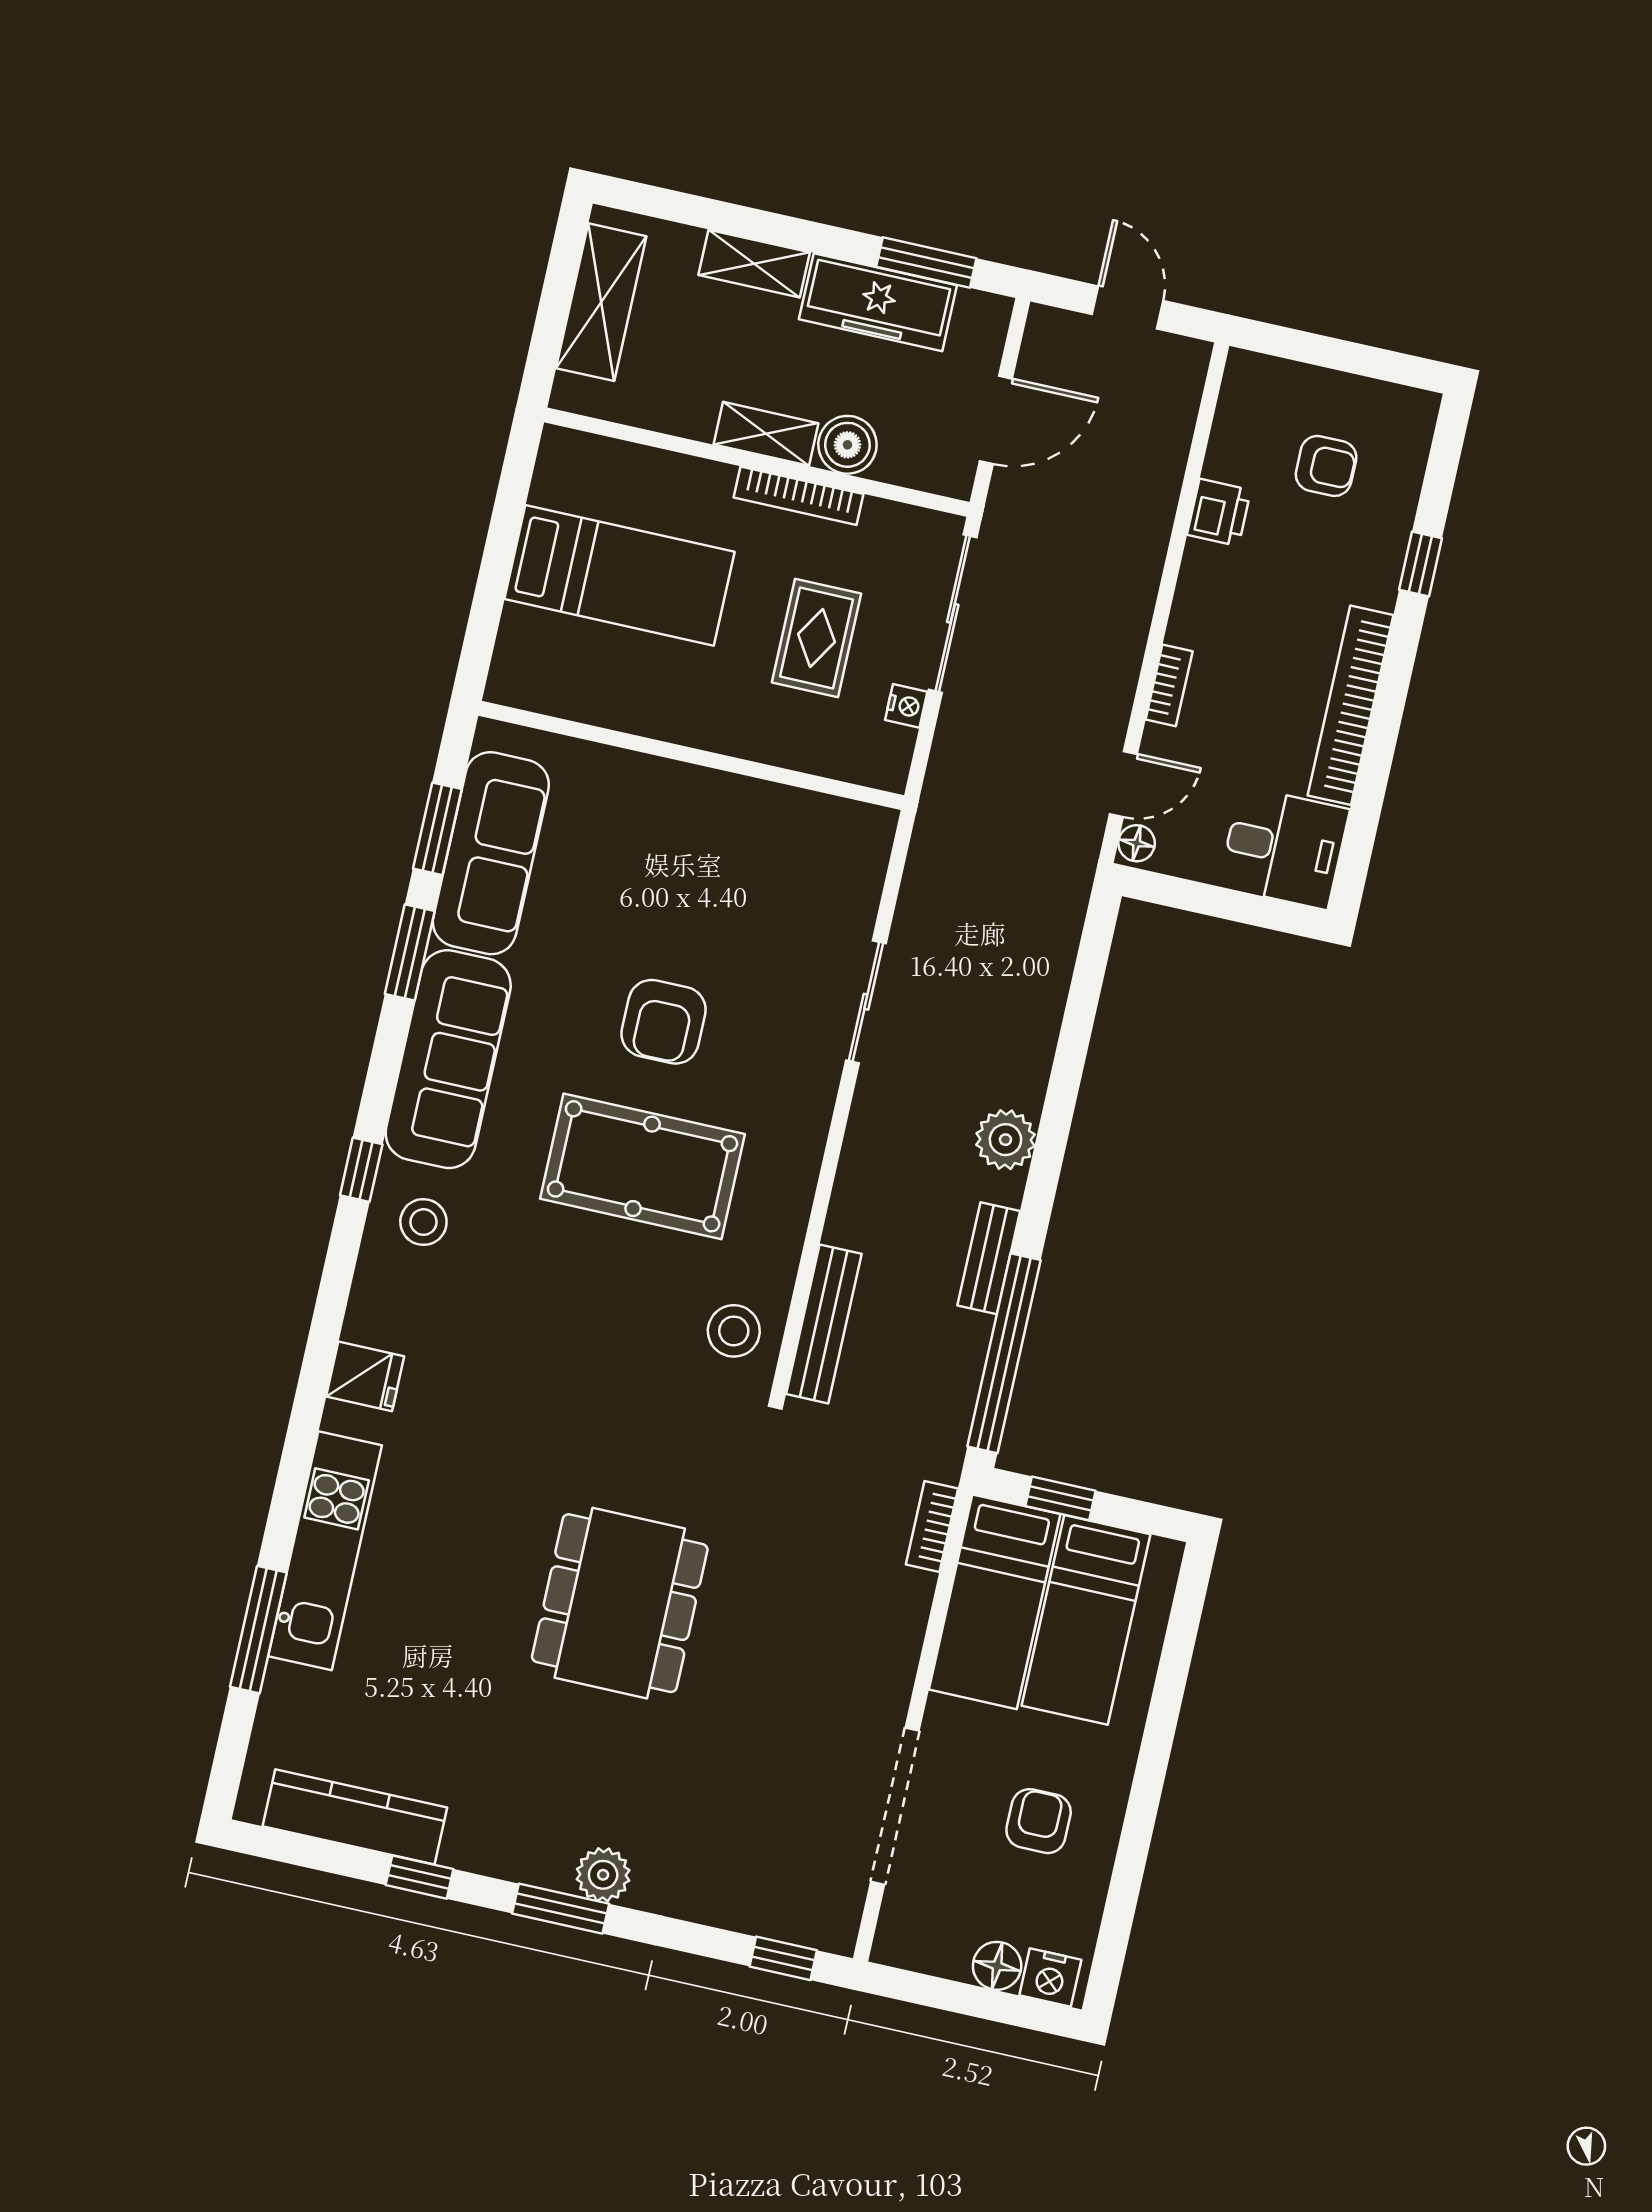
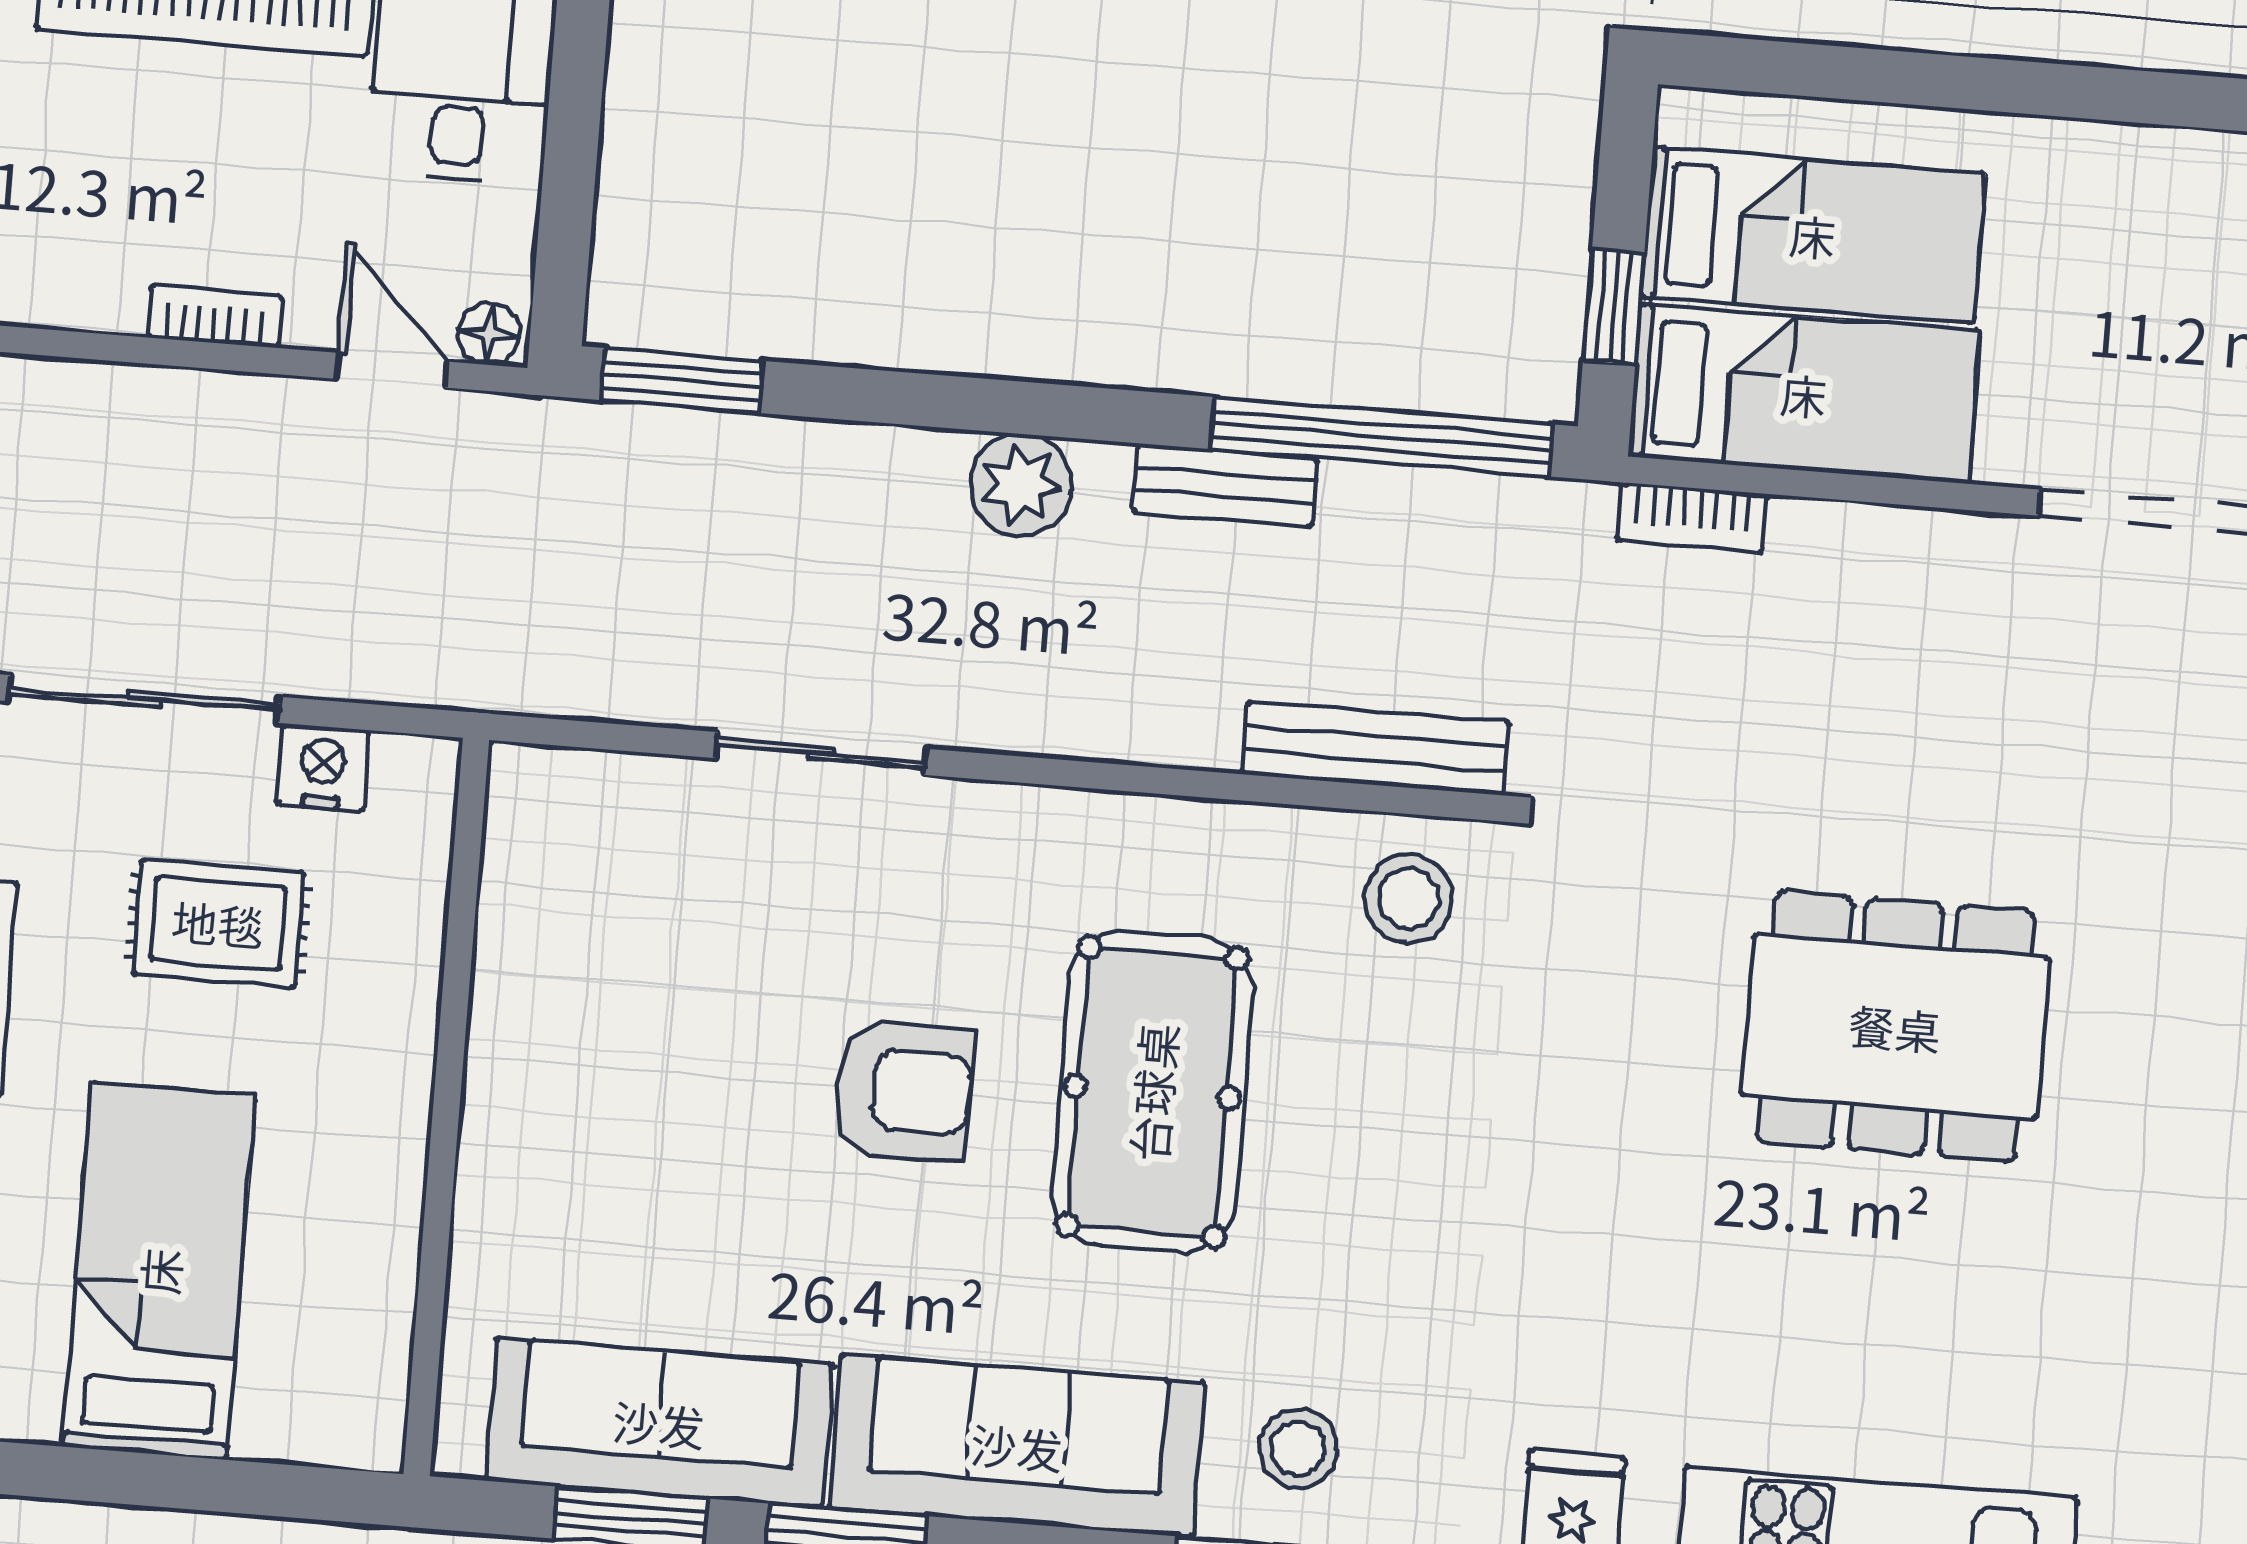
nightstand: (906, 706) -> (323, 767), width x1.39, depth x1.35
window: (1094, 951) -> (682, 380), added
armchair: (1039, 1821) -> (2164, 267), removed

